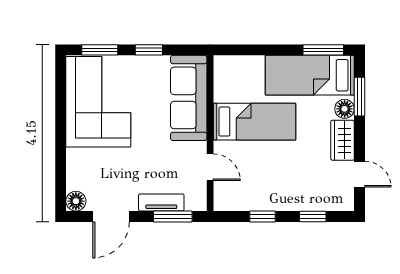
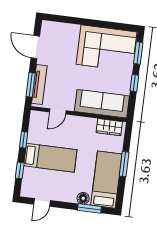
window: (323, 50) -> (124, 164), moved
bed: (254, 122) -> (50, 158), moved, turned -90
wardrobe: (343, 140) -> (109, 127), moved, turned 180
floor lamp: (76, 201) -> (47, 27), removed
tv unit: (161, 202) -> (39, 85), width x1.41

